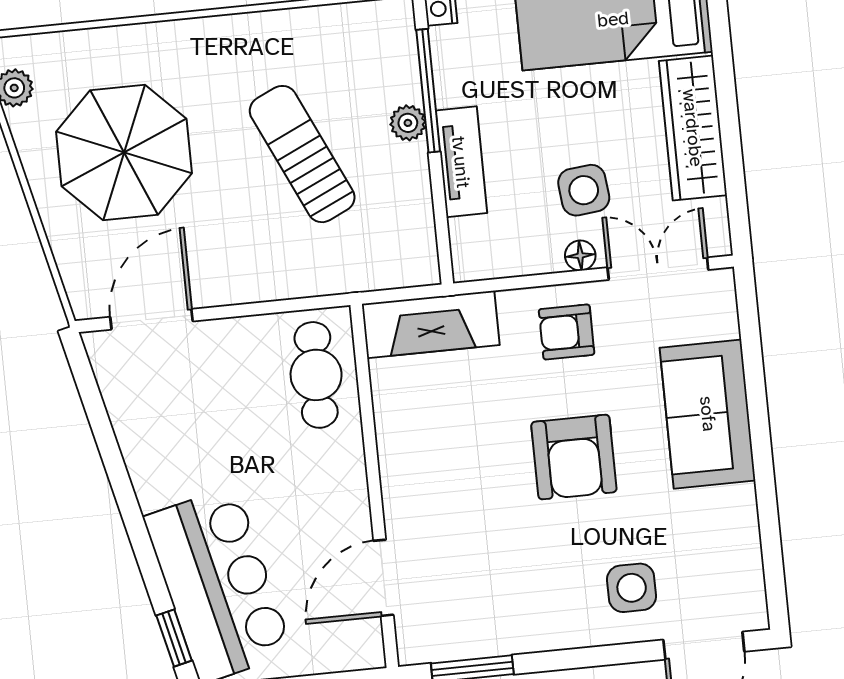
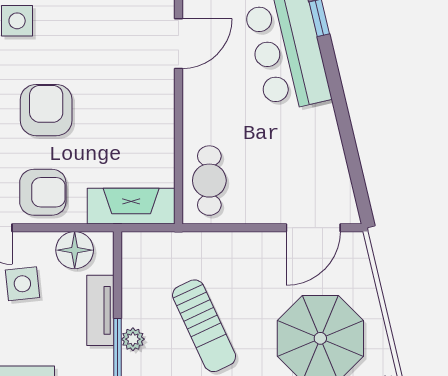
floor lamp: (580, 256) -> (75, 250), moved, width x1.89, depth x1.89
armchair: (567, 332) -> (43, 192), width x1.38, depth x1.38

